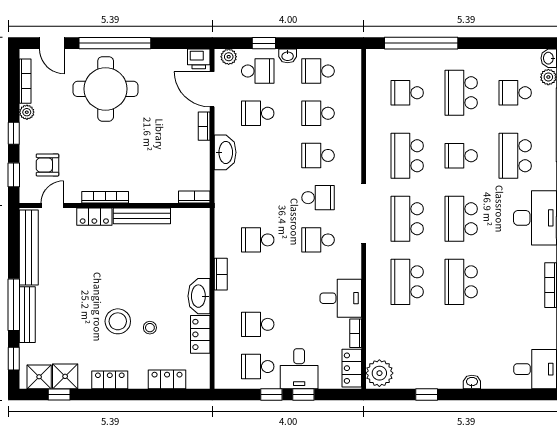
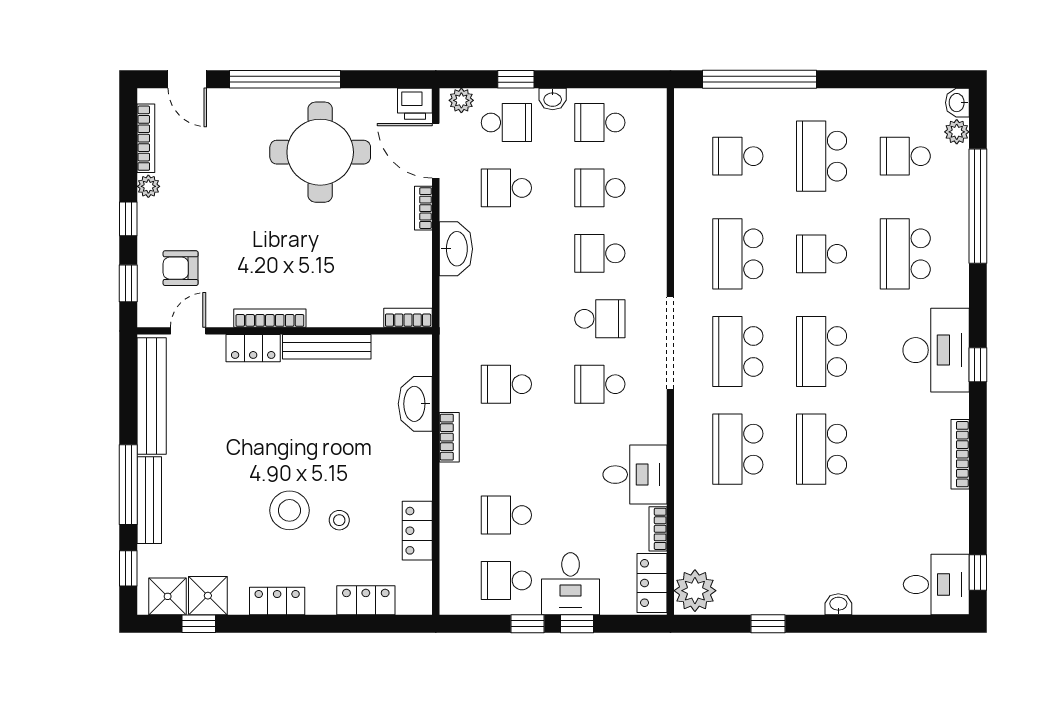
round table: (106, 89) -> (320, 152), moved
washbasin: (199, 296) -> (415, 404), moved

